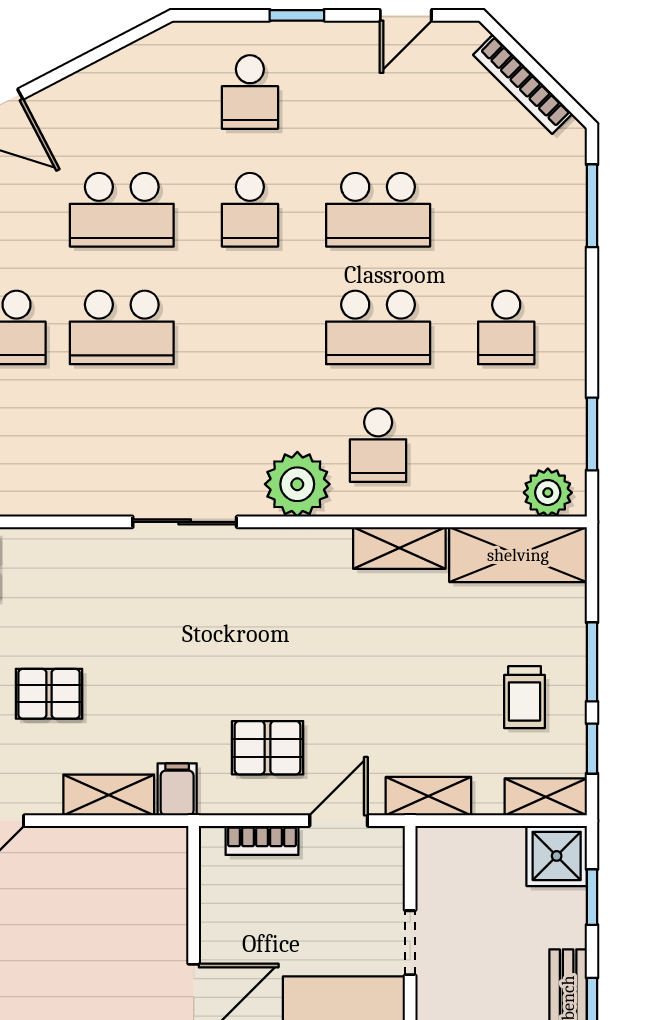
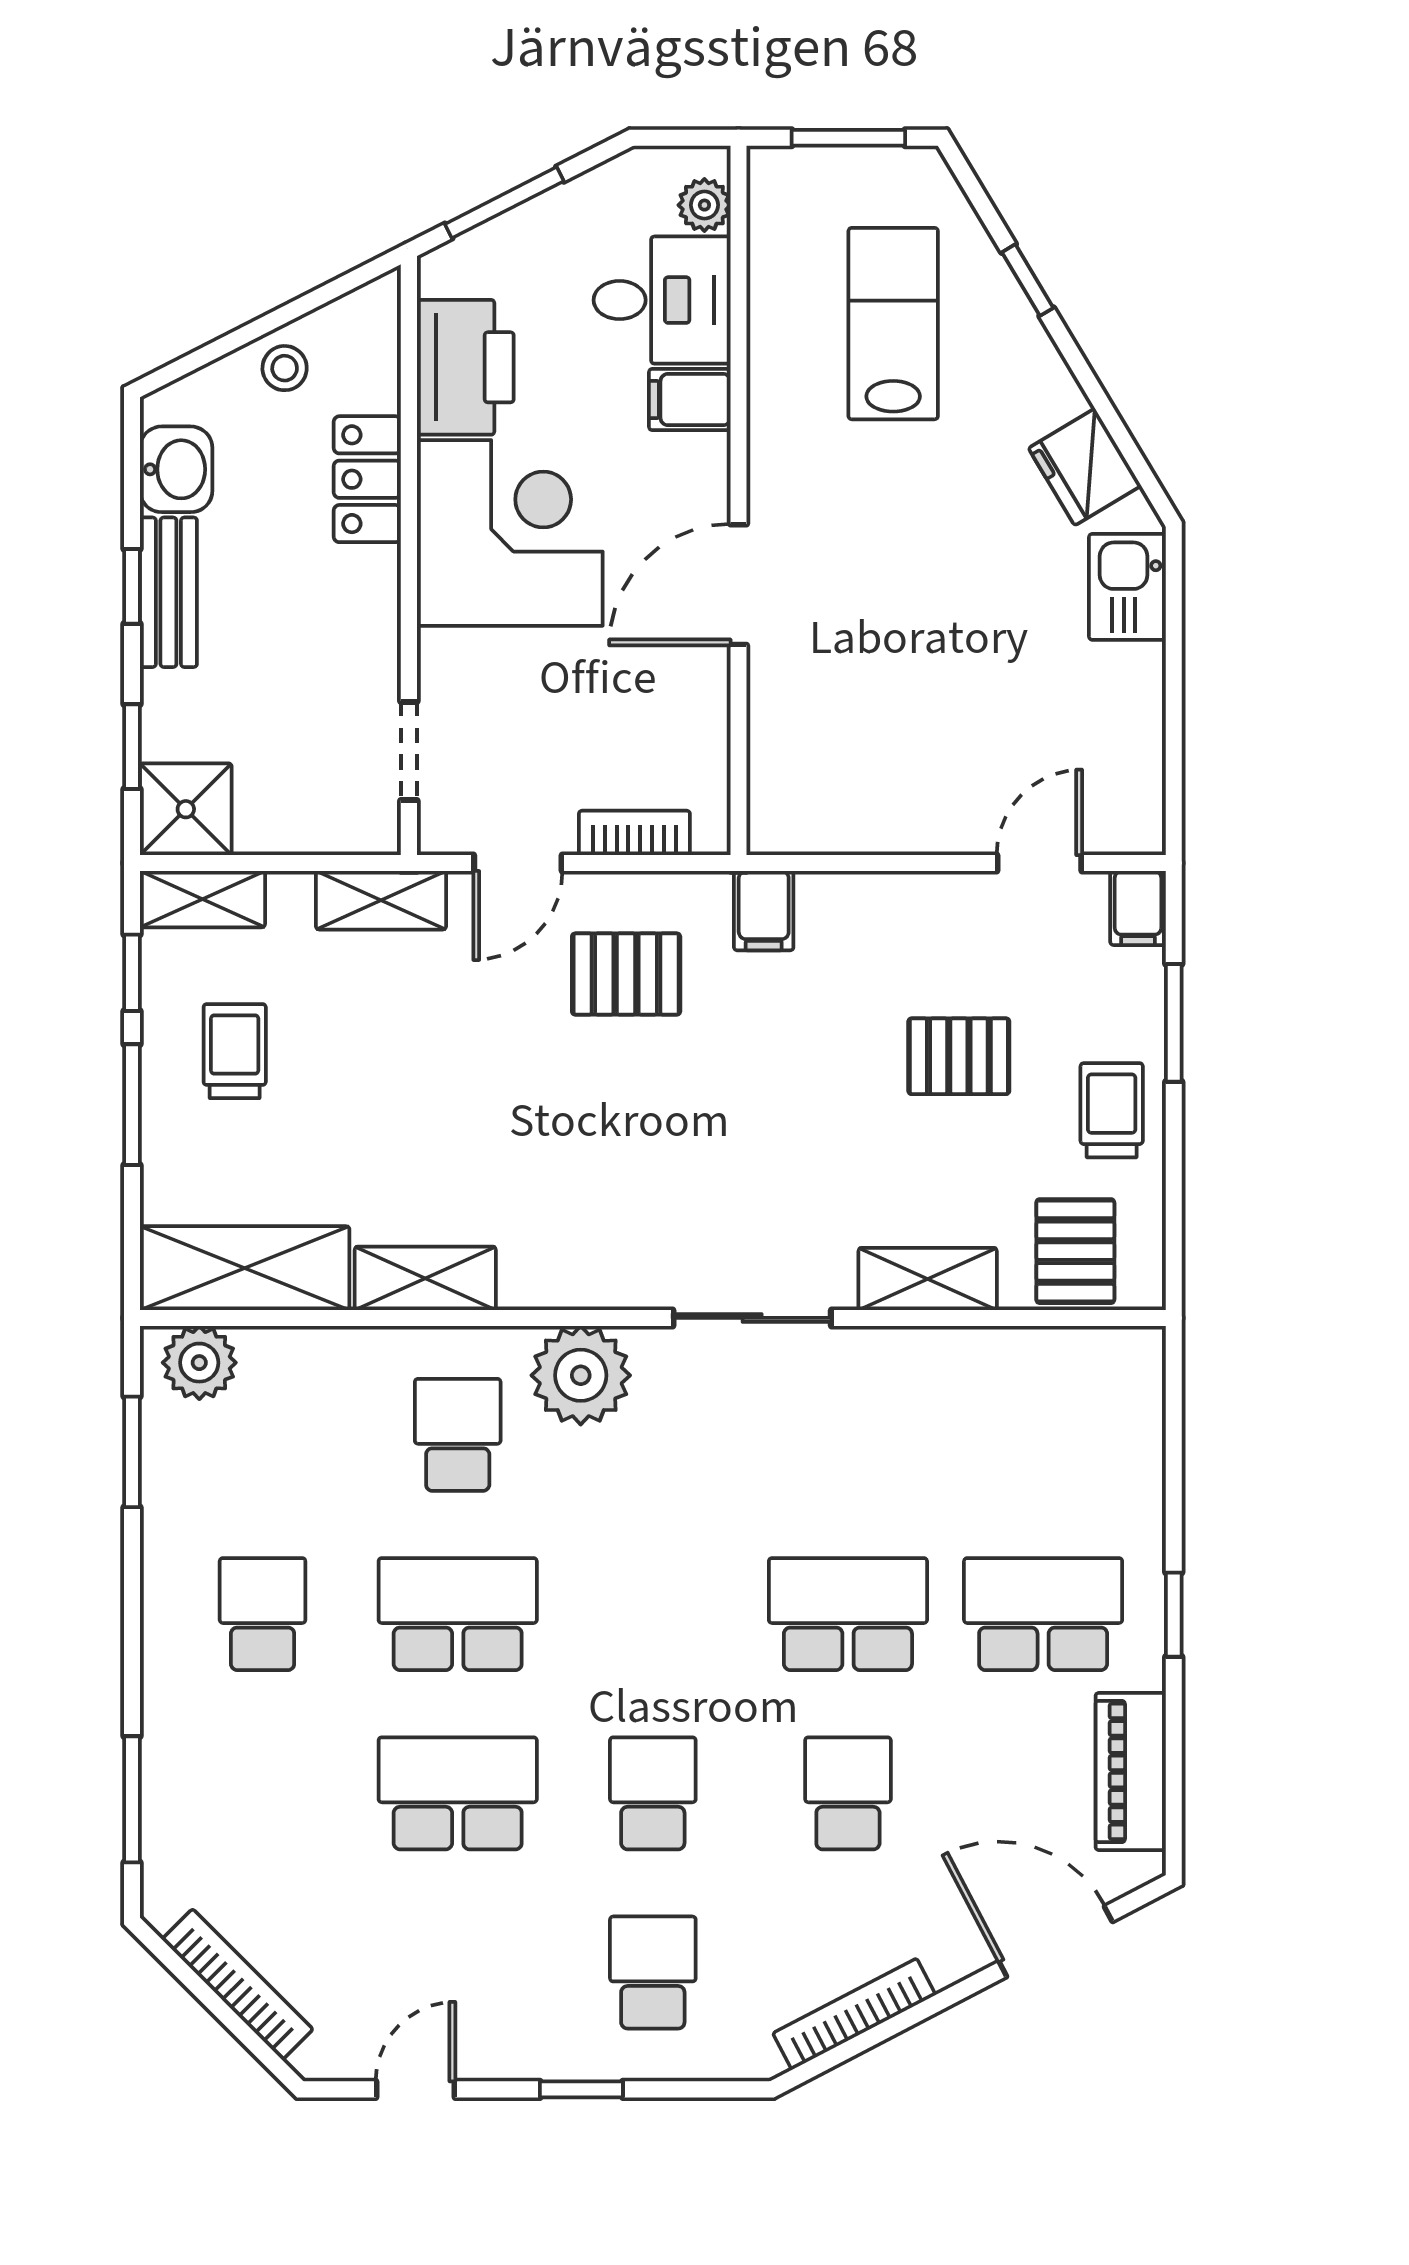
bookcase: (118, 65) -> (854, 2014), added
school desk: (122, 210) -> (848, 1793), width x0.54
shelving: (109, 795) -> (928, 1279), moved
doorway: (410, 943) -> (409, 751), moved

